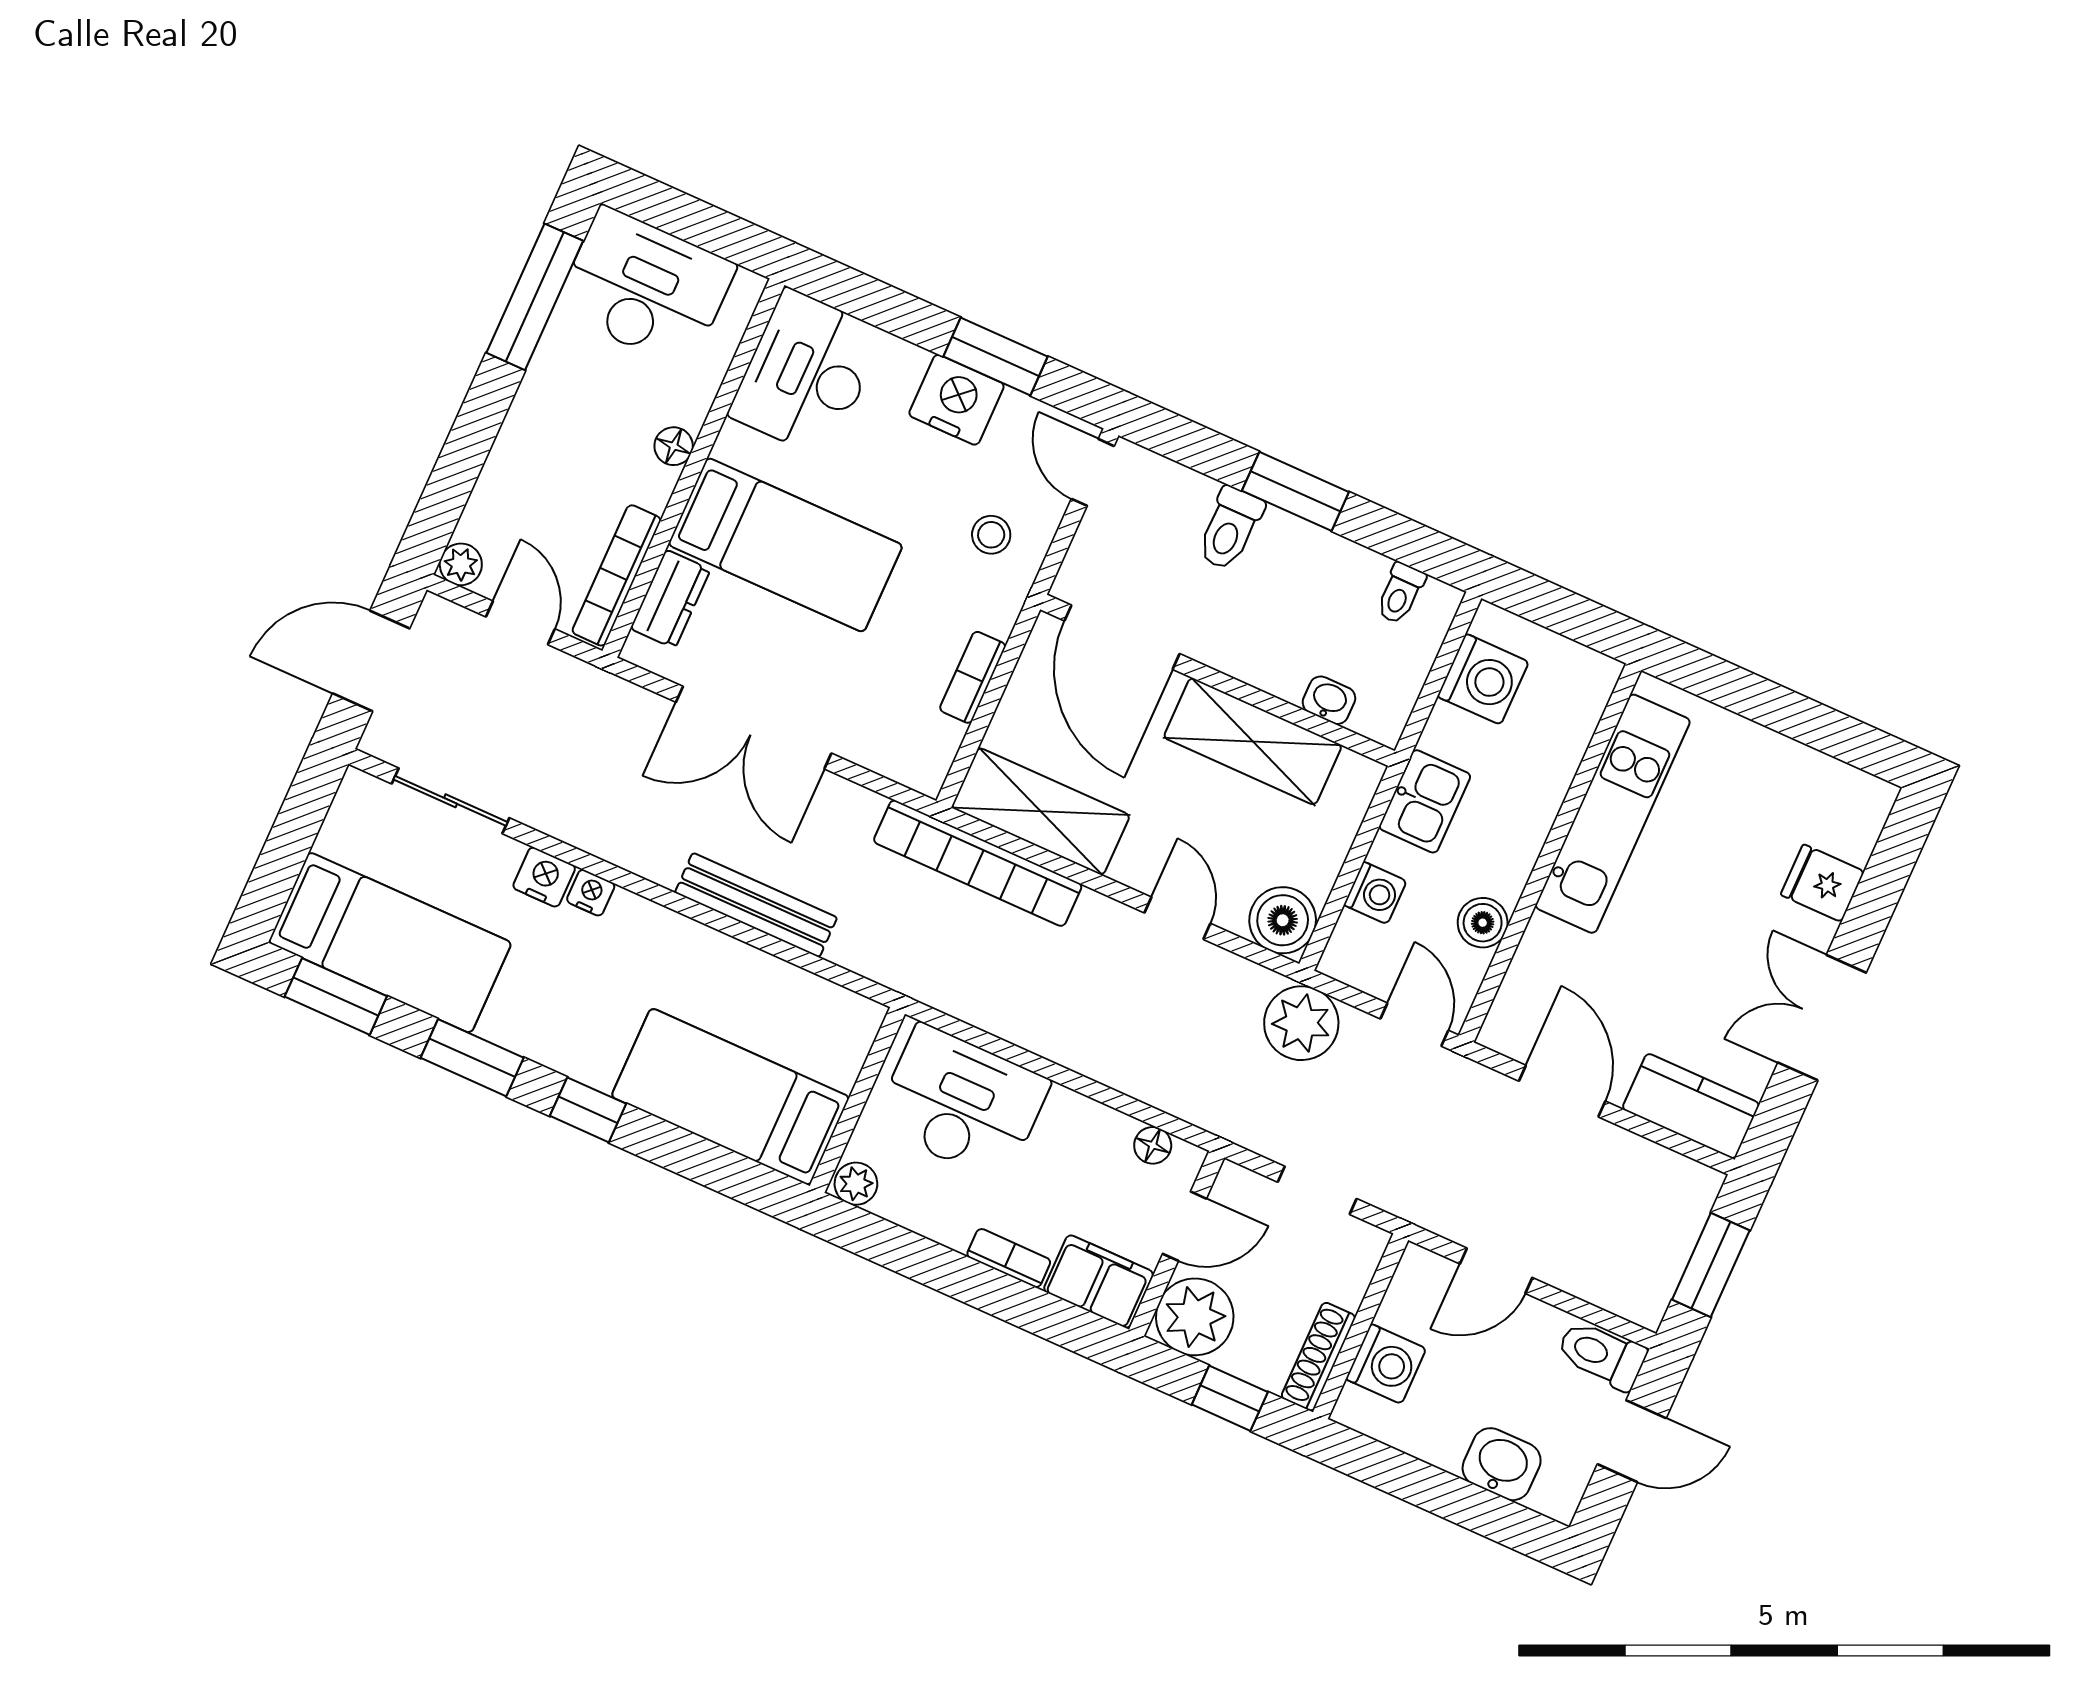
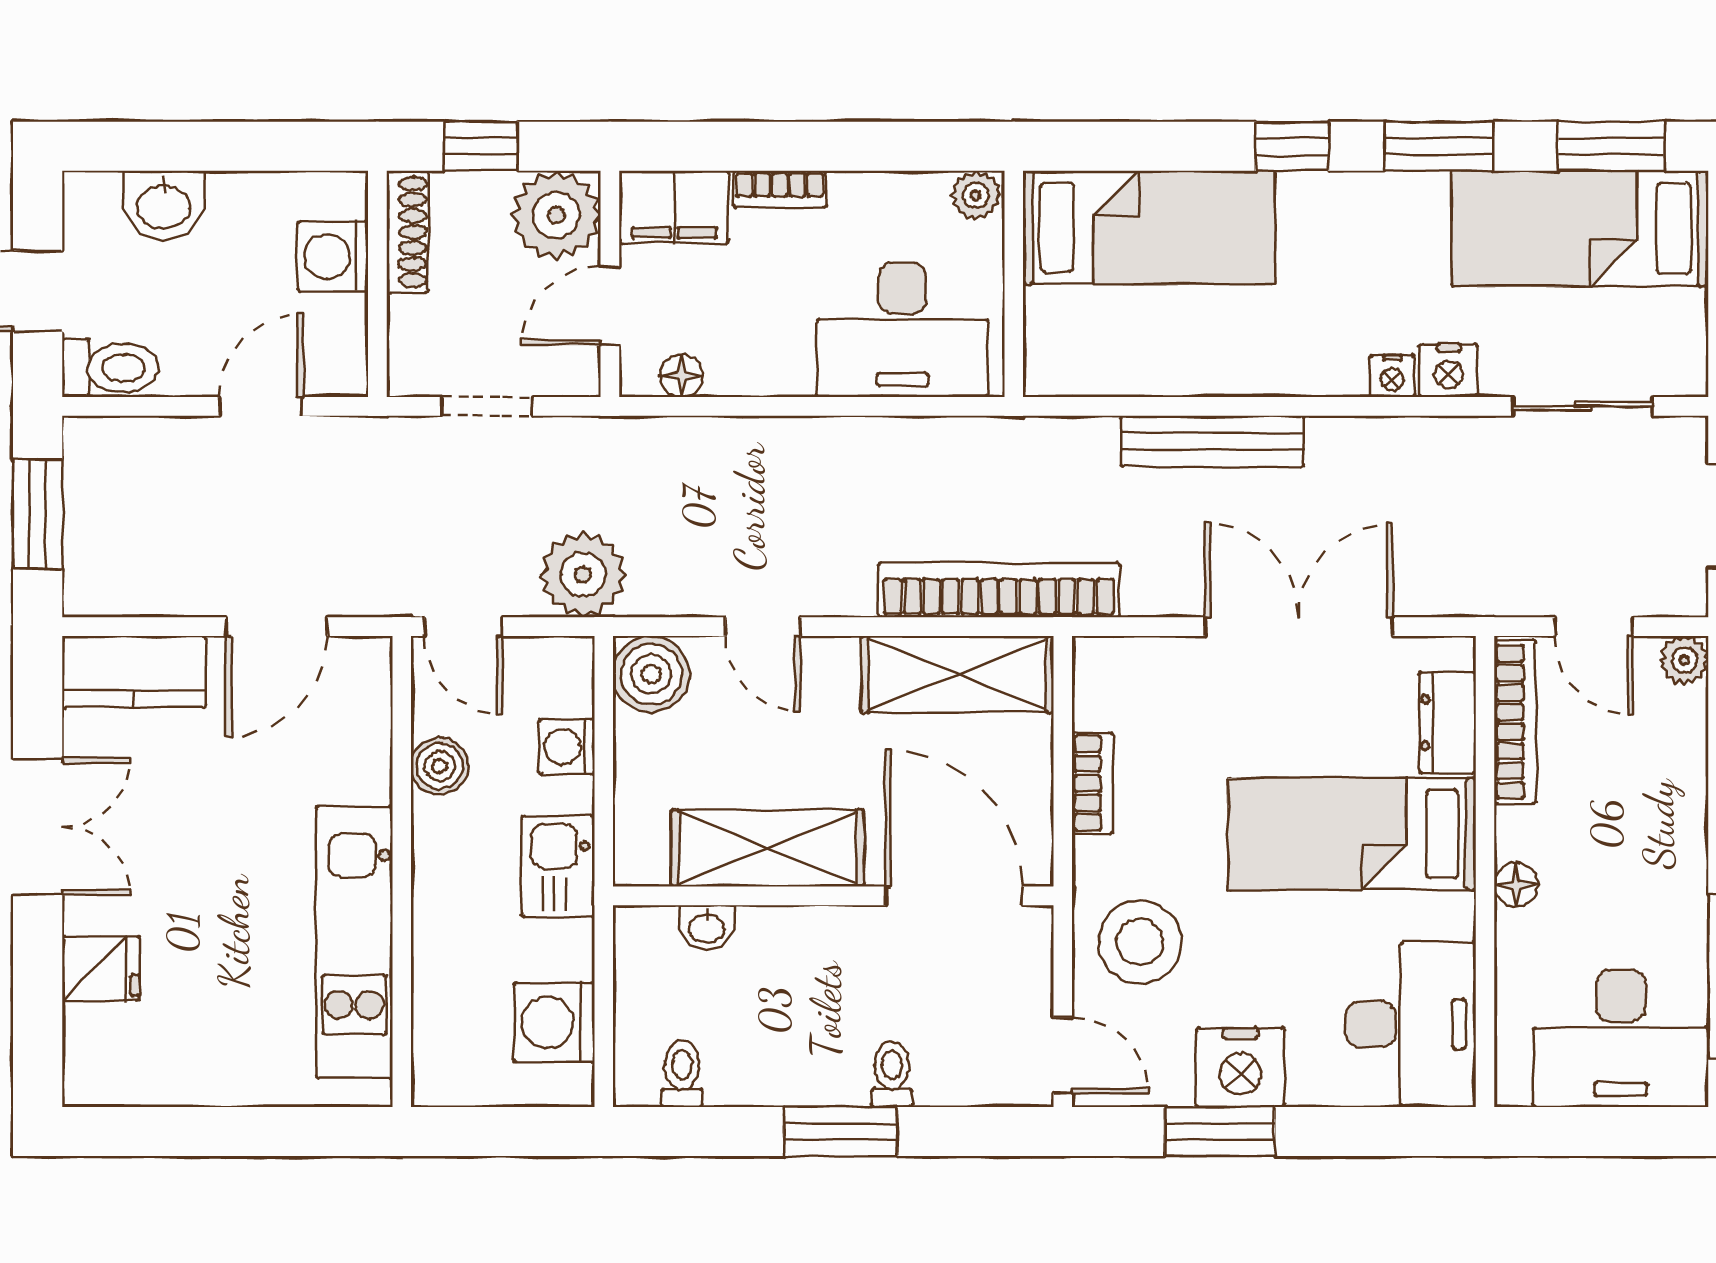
toilet: (1230, 528) -> (892, 1074), width x0.73, depth x0.72
stool: (991, 535) -> (1140, 942), width x1.89, depth x1.89
door: (1562, 1091) -> (276, 627), hinge flipped

